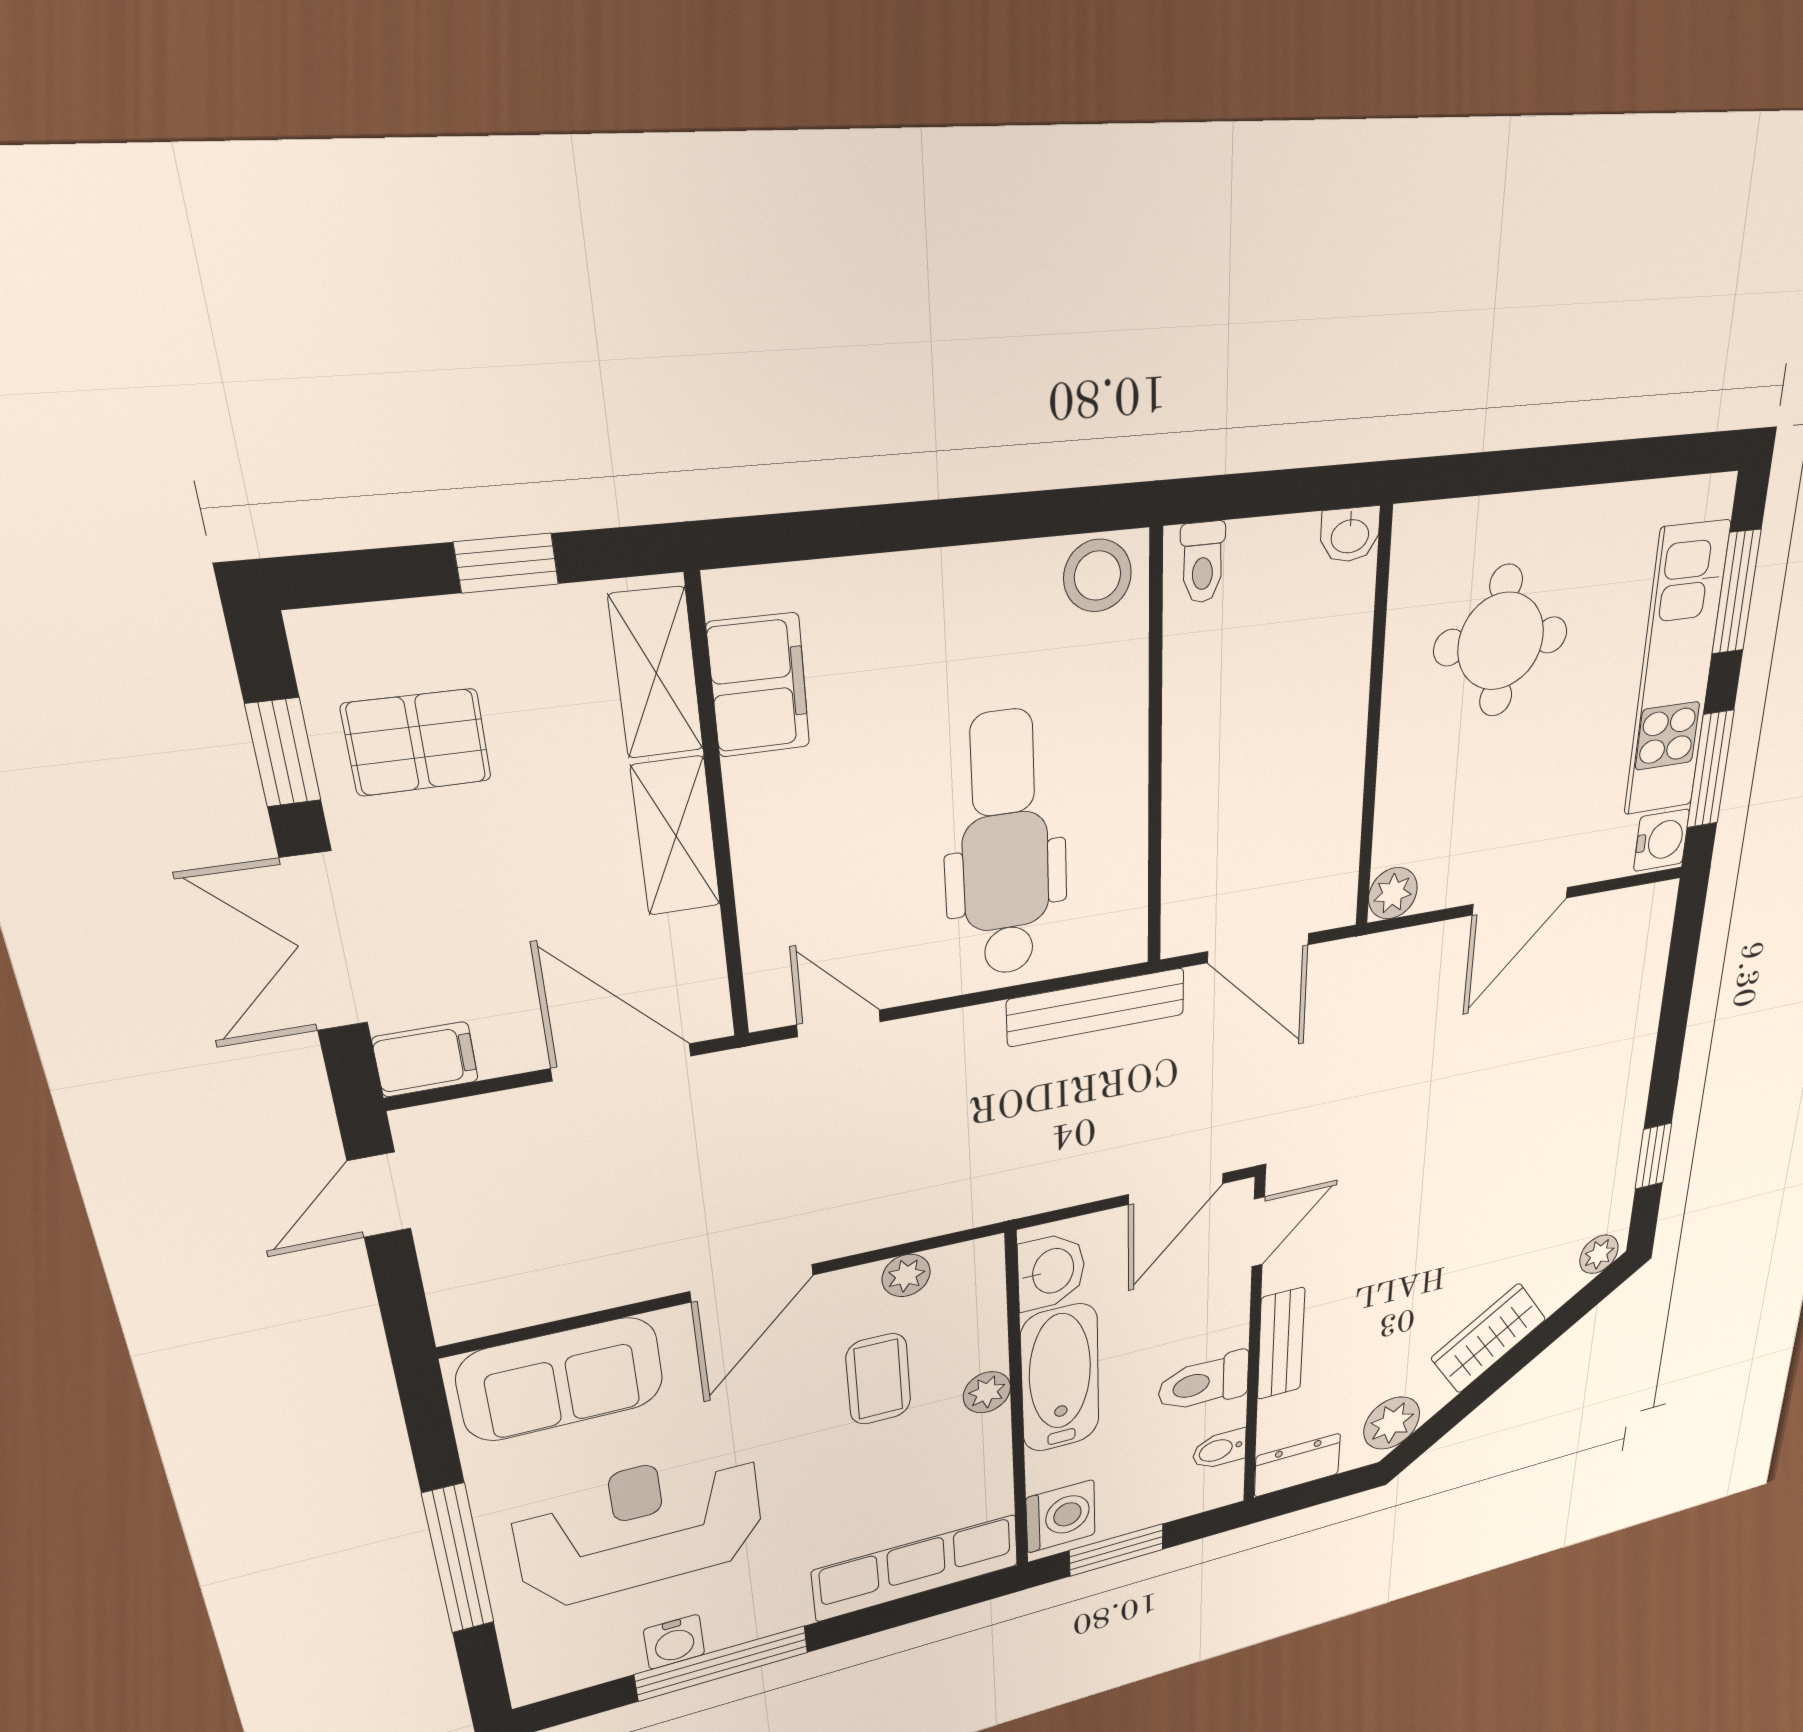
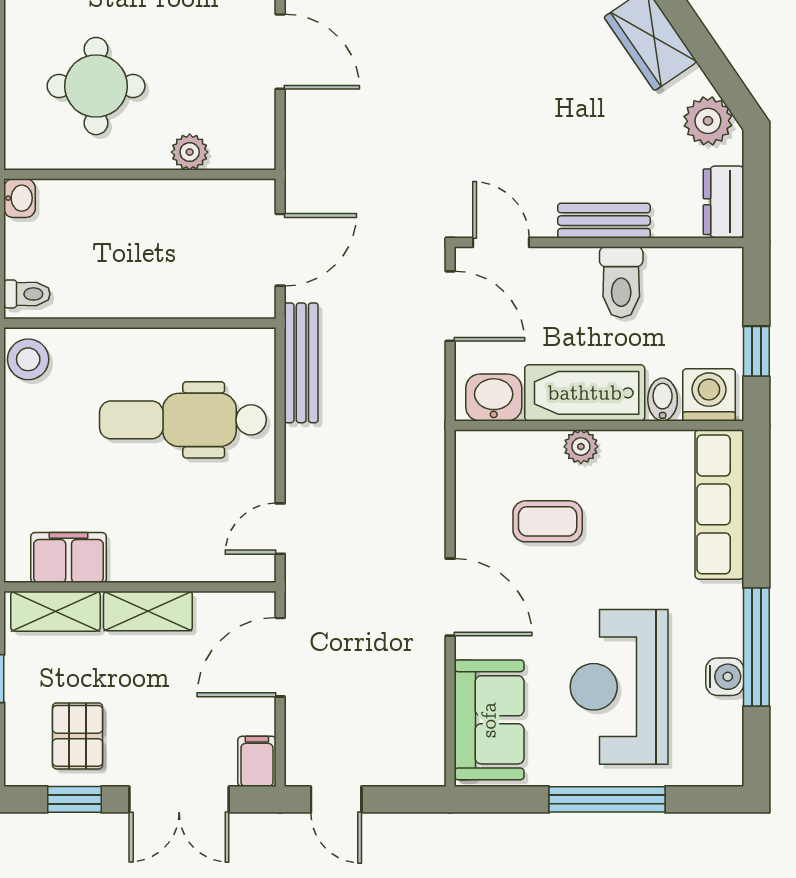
plant: (1393, 893) -> (190, 152), moved
plant: (906, 1275) -> (471, 498), removed
bidet: (1219, 1450) -> (663, 399), moved, turned 180
window: (1117, 1550) -> (756, 351), width x0.67

